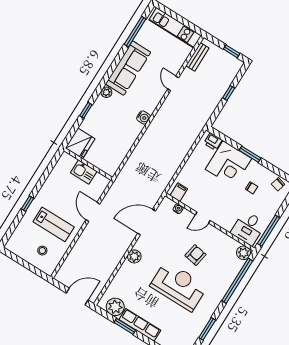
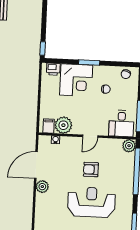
window: (229, 93) -> (43, 48), moved
plant: (193, 199) -> (63, 125), added
door: (203, 218) -> (90, 136), moved
armchair: (195, 255) -> (91, 169), turned -100
plant: (134, 256) -> (42, 187), moved

